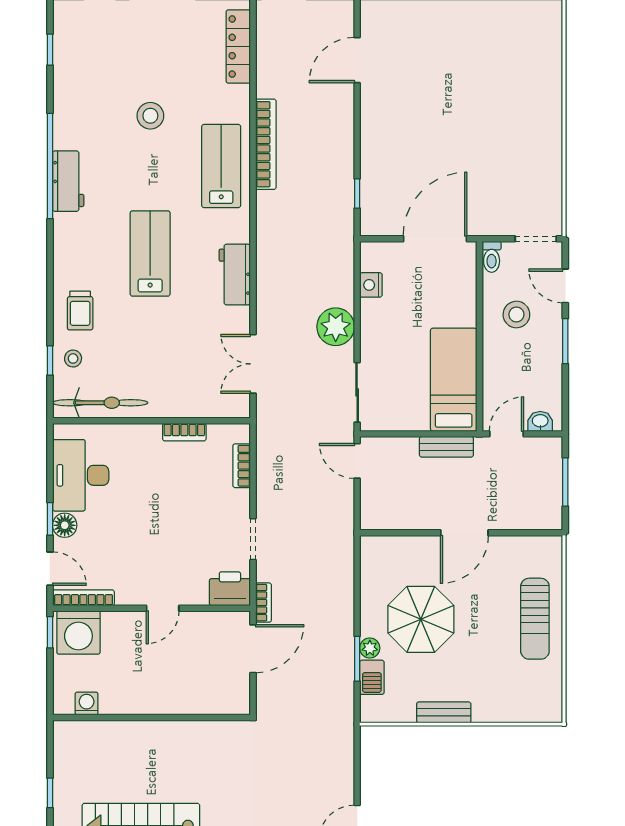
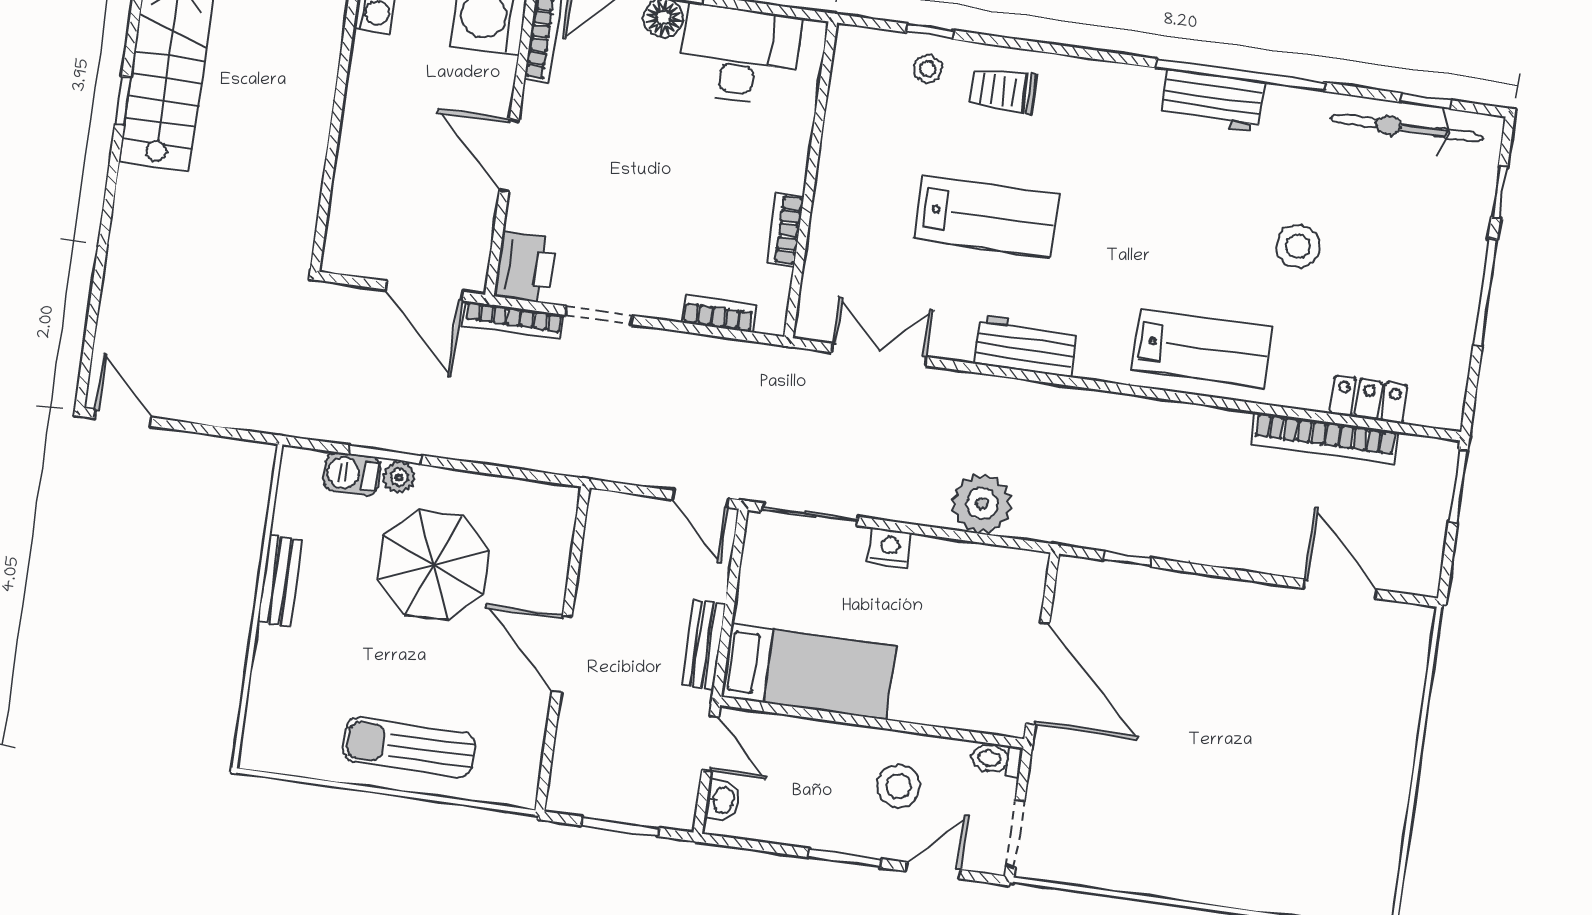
locker: (238, 47) -> (1368, 399), width x0.66
bookcase: (266, 144) -> (1325, 438), moved
lab bench: (150, 253) -> (986, 216), moved
nightstand: (371, 285) -> (890, 548), moved
plant: (336, 327) -> (982, 504), moved
bicycle: (100, 403) -> (1407, 128), moved, turned 90
door: (357, 461) -> (701, 499), swing flipped
bookcase: (263, 603) -> (513, 320), width x1.56
door: (163, 608) -> (509, 155), width x1.38

